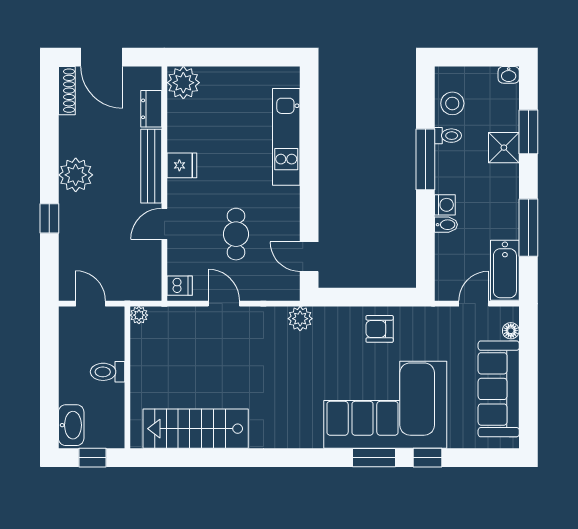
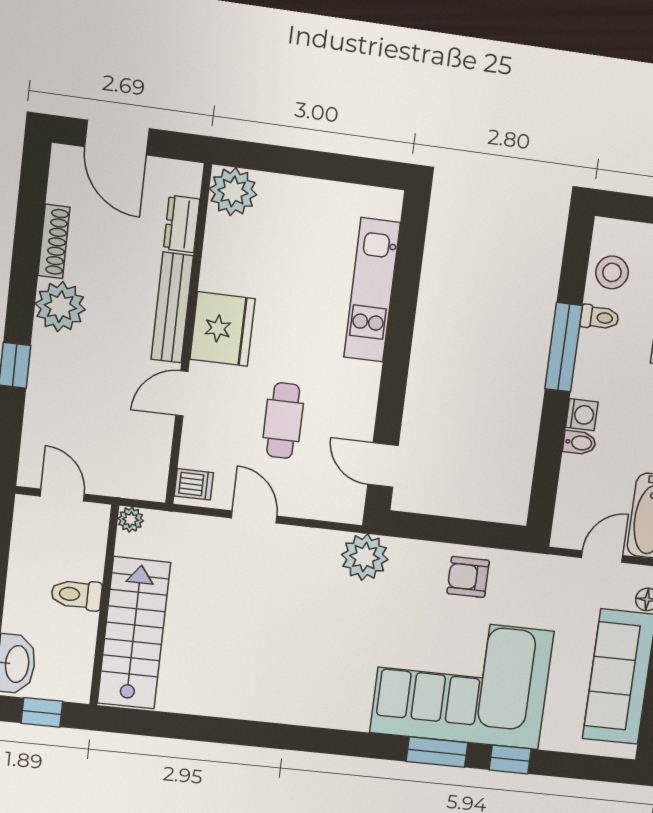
shoe rack: (67, 91) -> (54, 241), moved
fridge: (182, 165) -> (222, 329), width x1.88, depth x1.34
plant: (300, 319) -> (365, 557), width x1.36, depth x1.36
stairs: (196, 429) -> (134, 633), moved, turned 90

